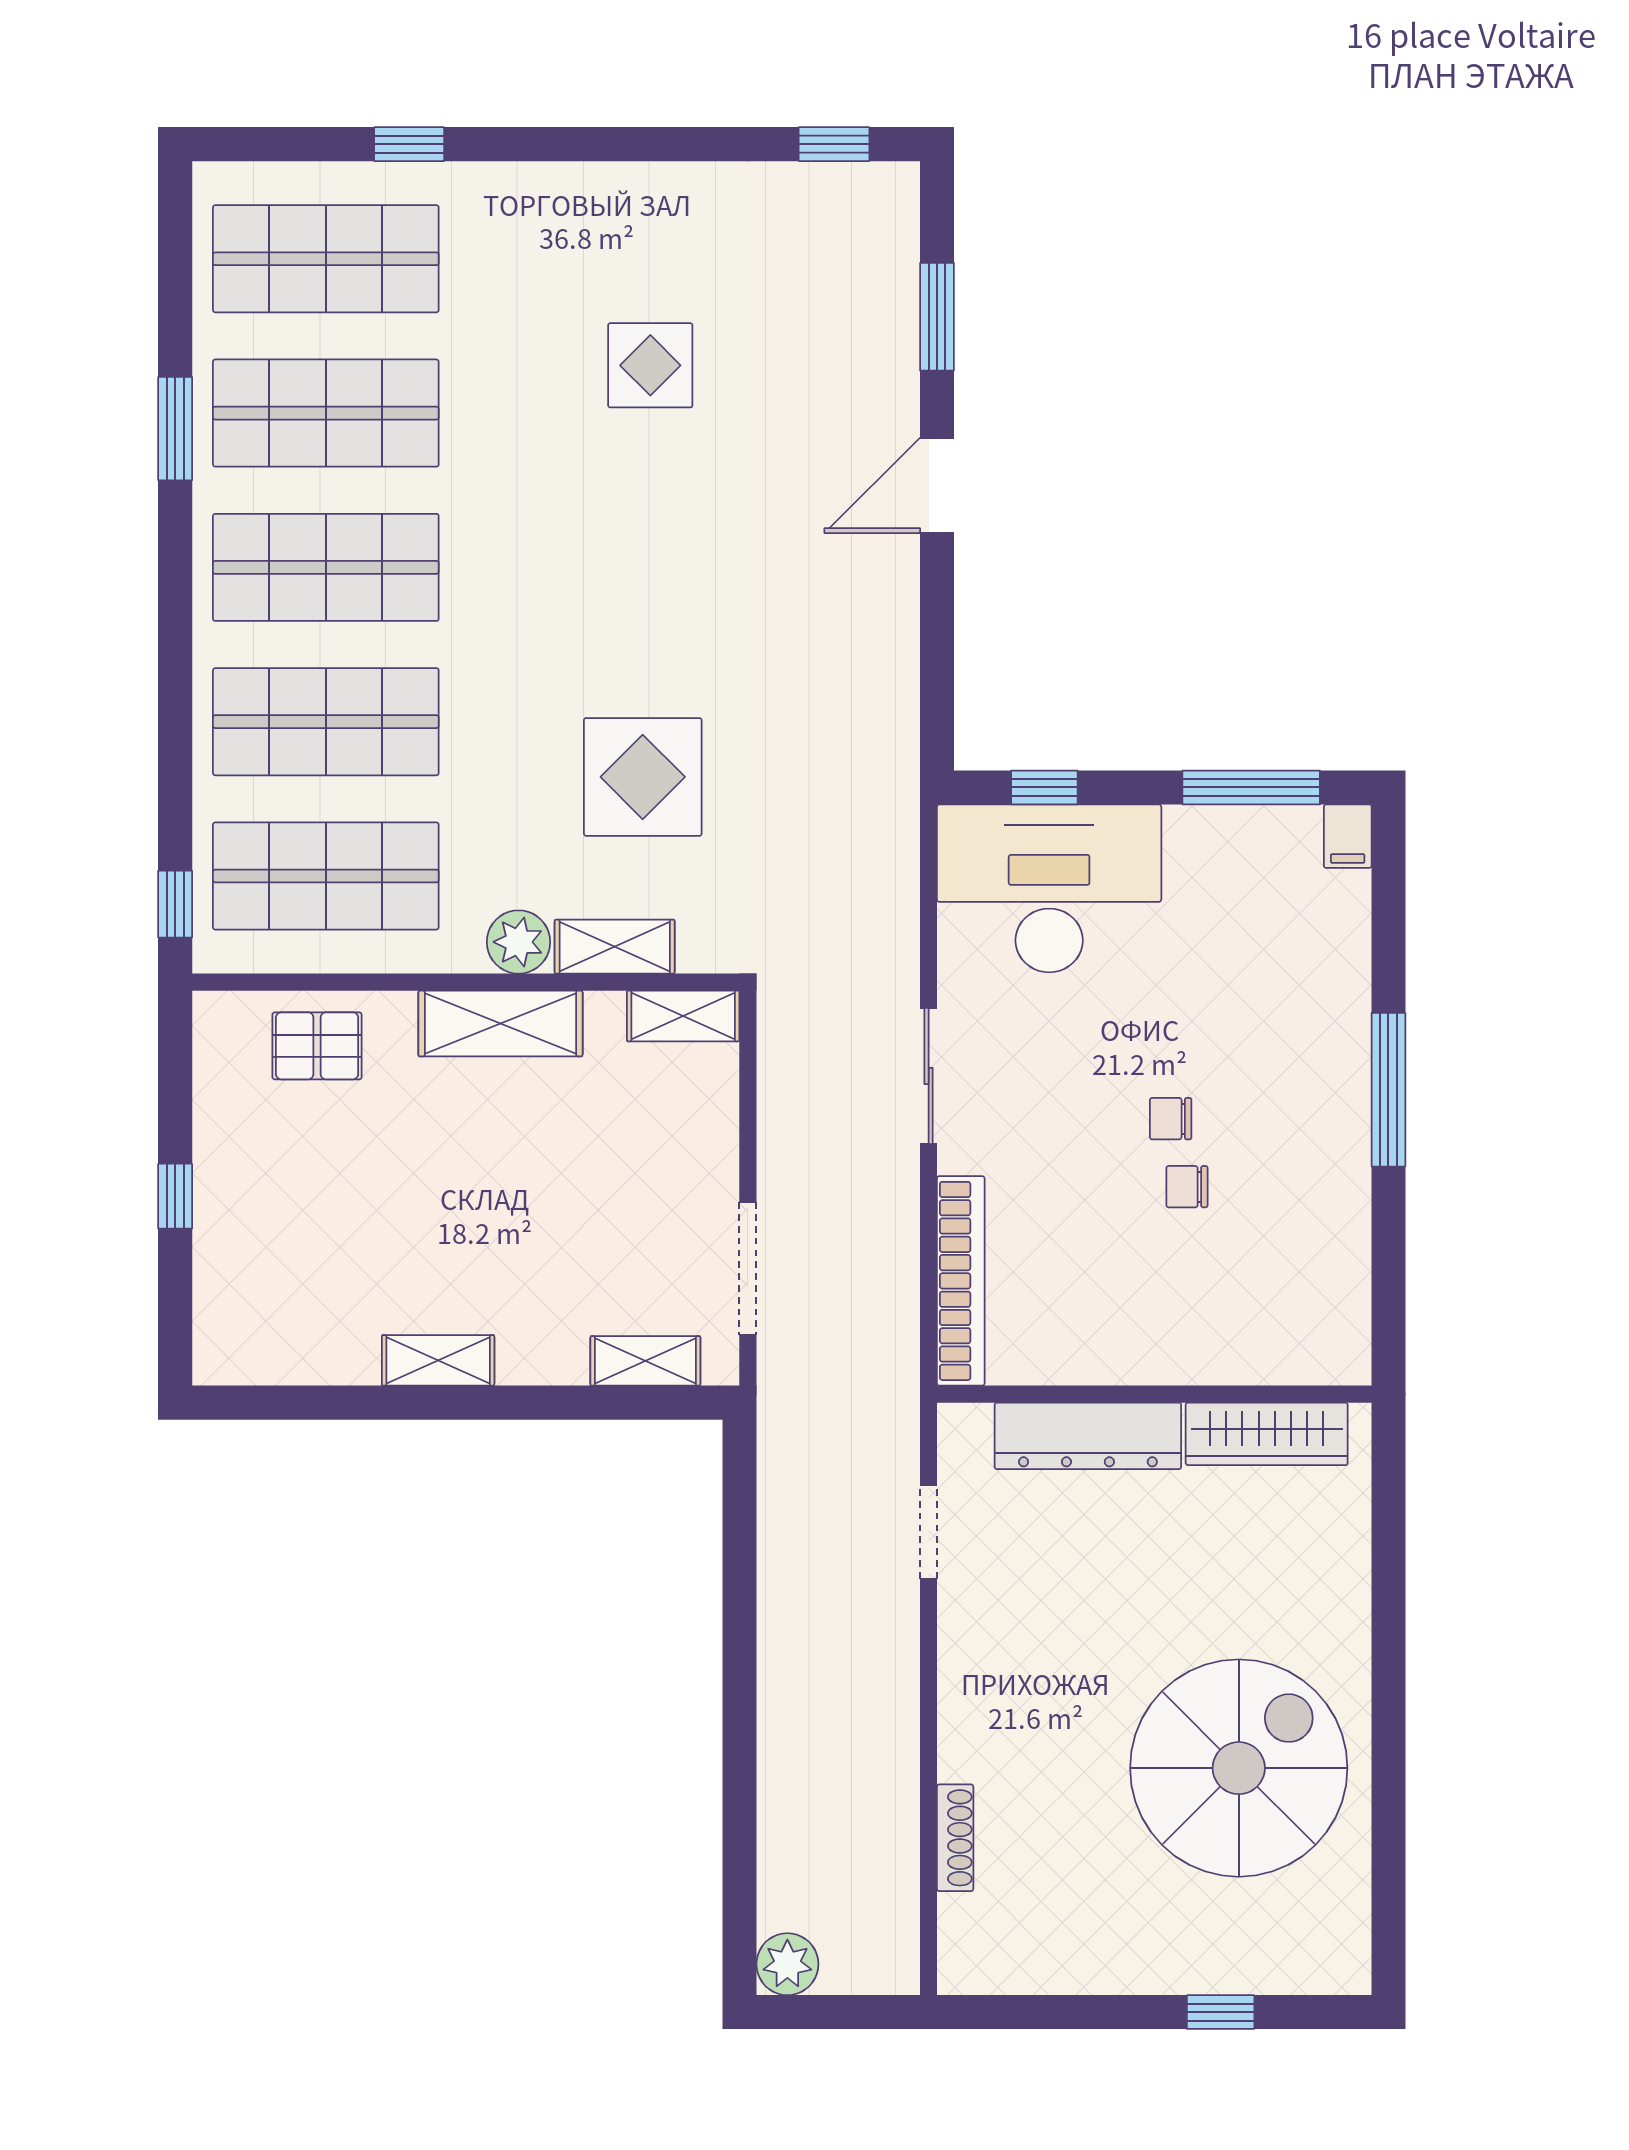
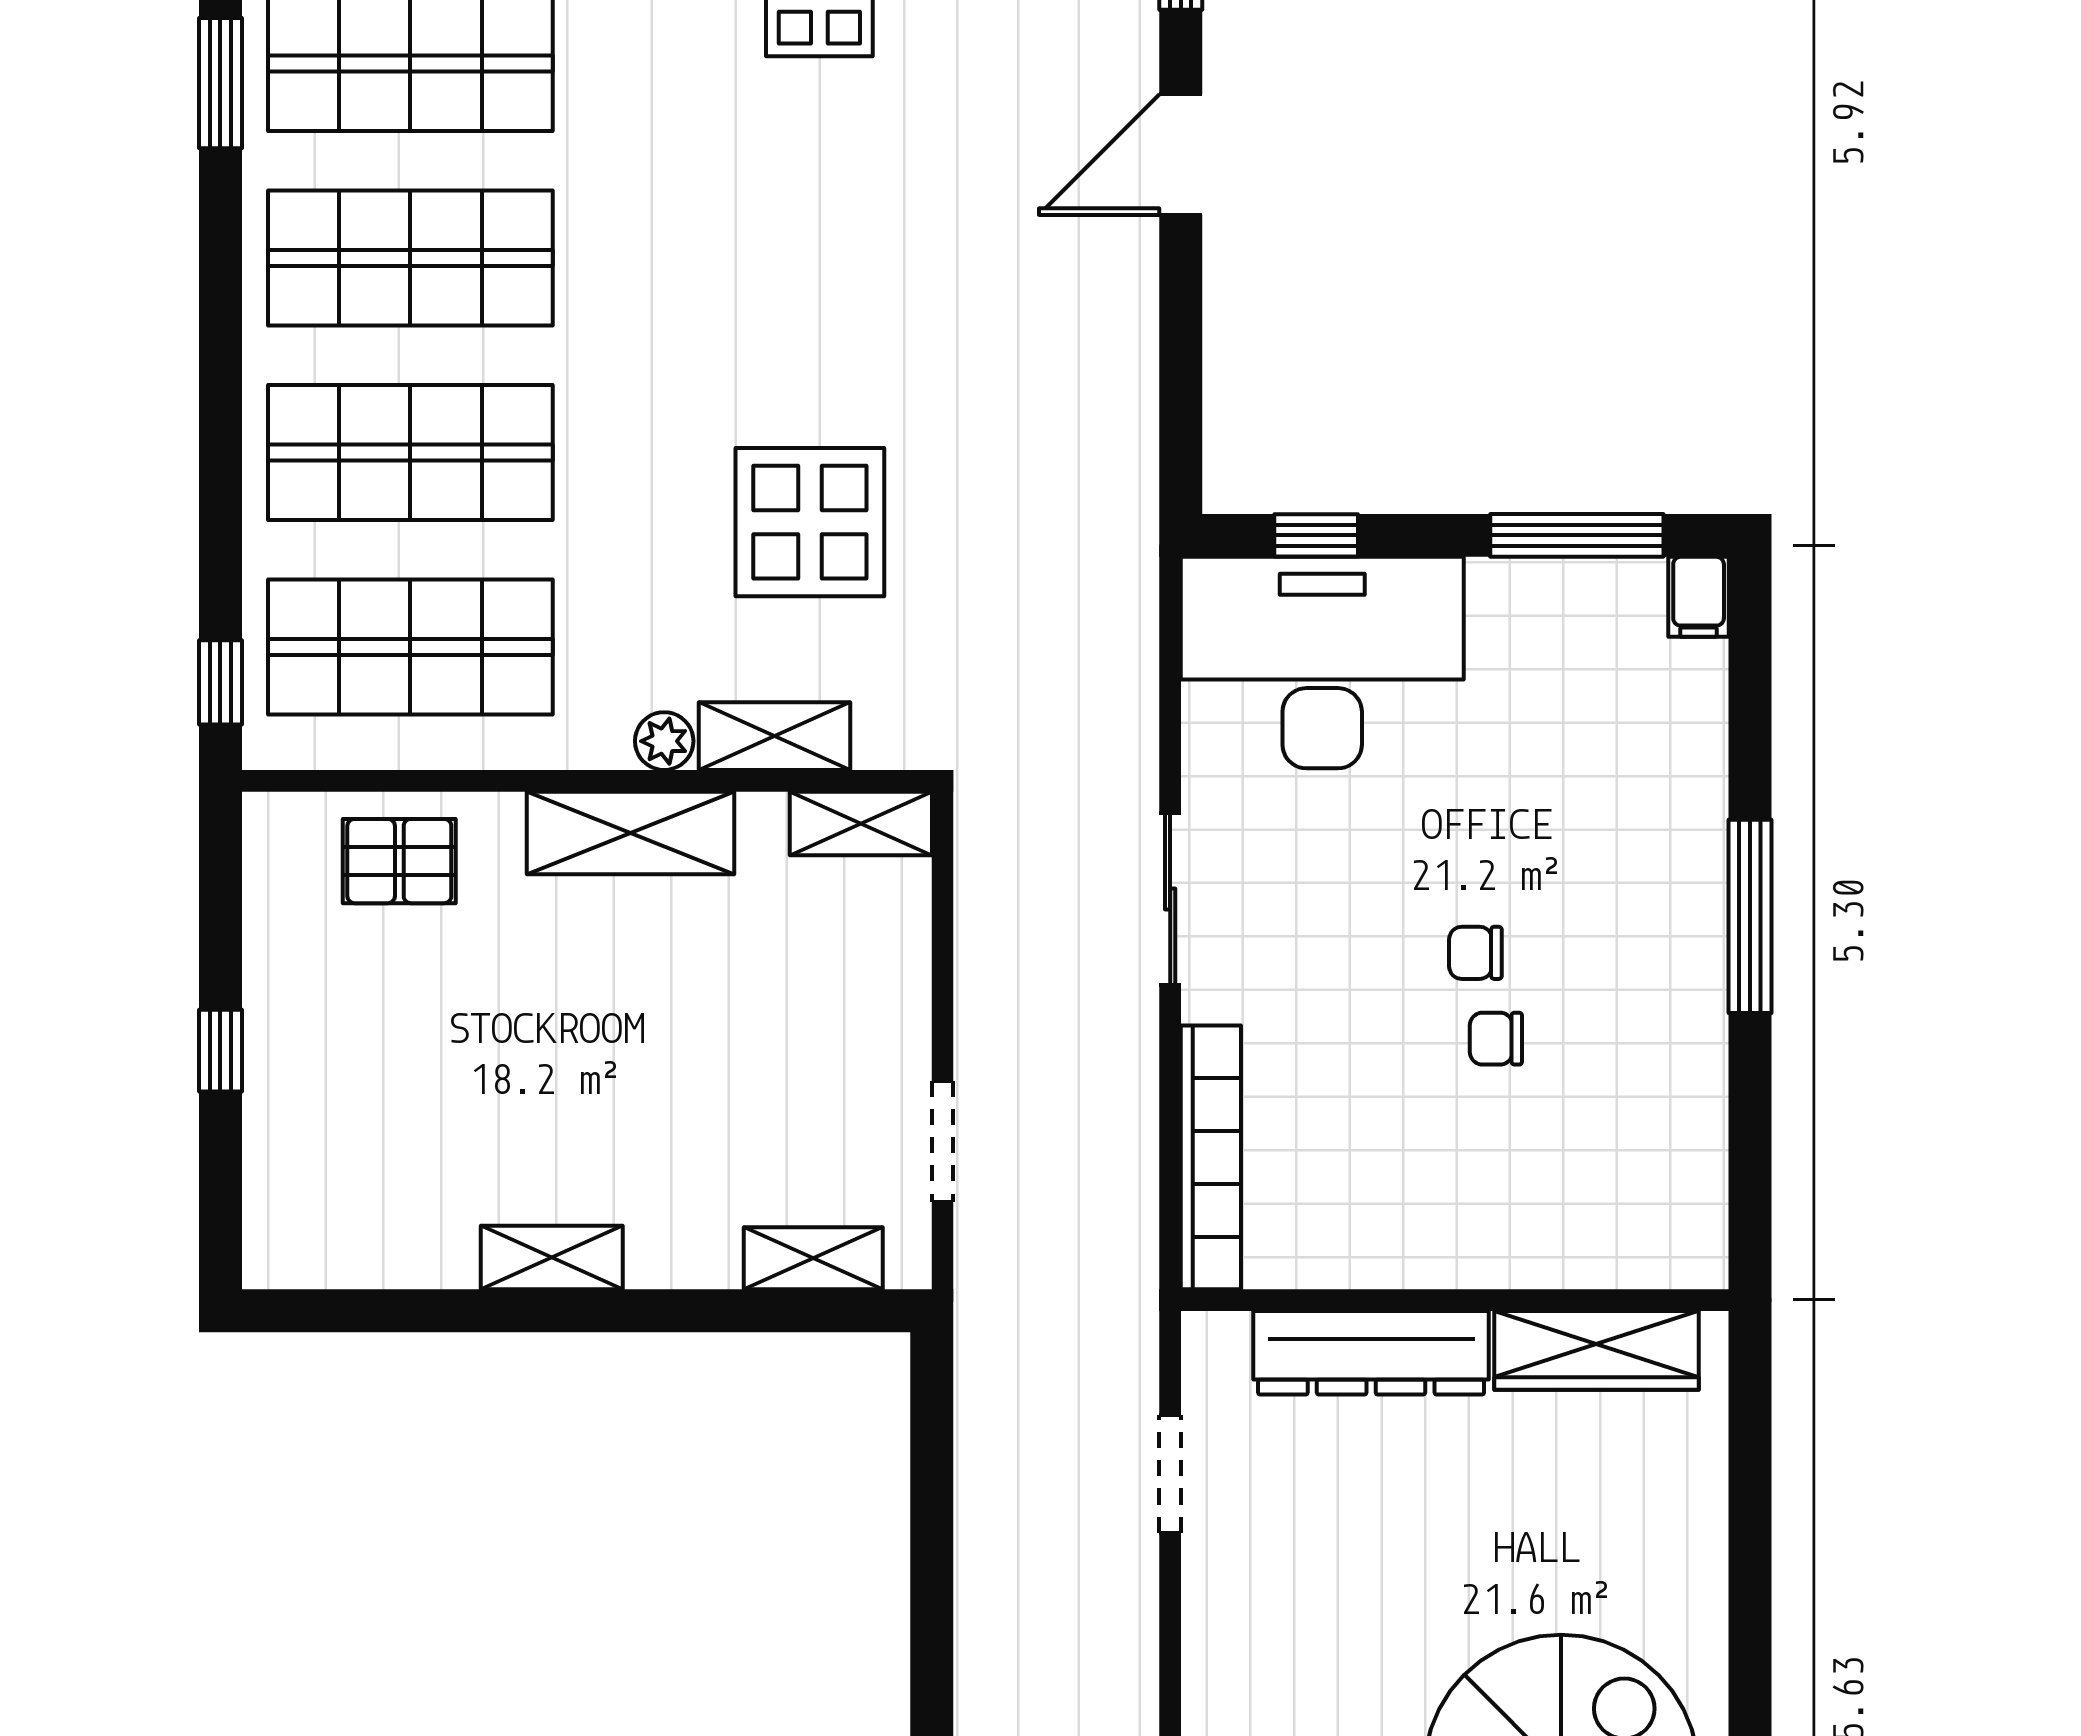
plant: (519, 942) -> (664, 741), width x0.73, depth x0.73
doorway: (748, 1268) -> (942, 1142), width x0.73

